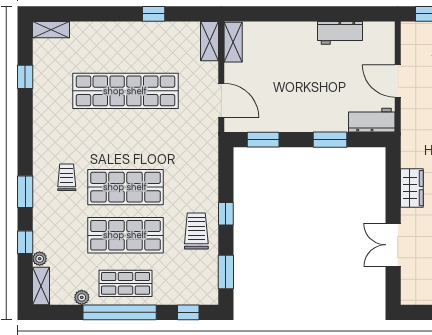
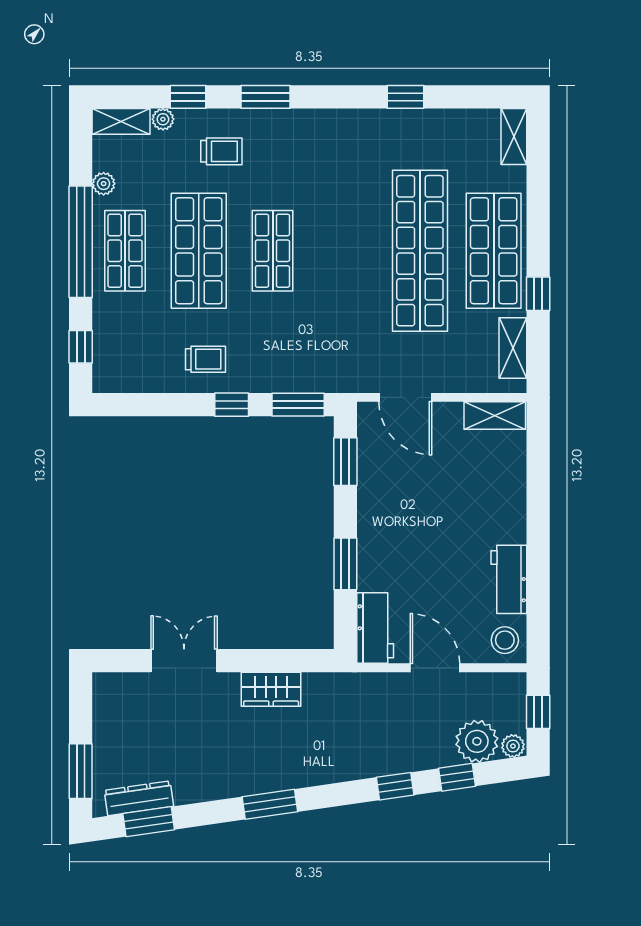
stool: (380, 35) -> (505, 640), added
shelving: (210, 41) -> (513, 348), moved, turned 90
shop shelf: (125, 43) -> (494, 251), added
window: (25, 77) -> (406, 97), moved
door: (398, 81) -> (435, 668), hinge flipped
door: (221, 100) -> (405, 397), hinge flipped
trolley: (67, 177) -> (221, 151), moved
shop shelf: (125, 187) -> (273, 251), width x0.70, depth x0.74
trolley: (196, 231) -> (205, 359), width x0.73, depth x0.72
window: (226, 272) -> (298, 405), moved

